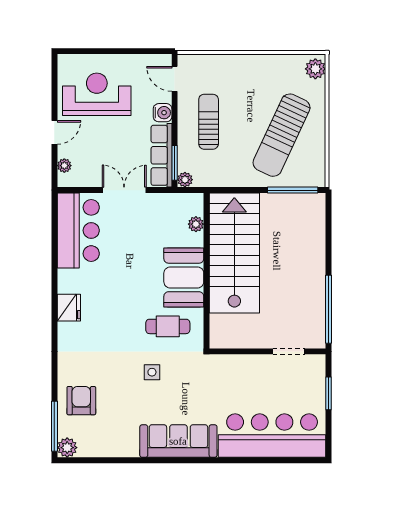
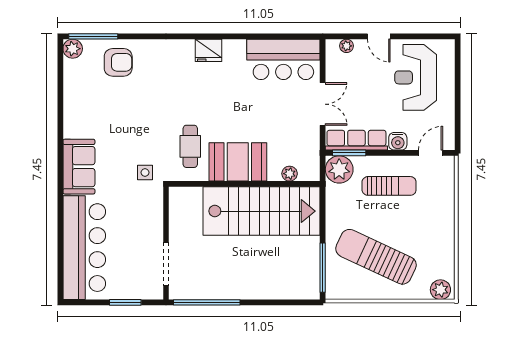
reception desk: (97, 94) -> (416, 77), turned 180
plant: (185, 180) -> (339, 169), width x1.87, depth x1.87
doorway: (289, 351) -> (166, 264), width x1.38
side table: (152, 372) -> (145, 173), moved
sofa: (178, 441) -> (79, 167), width x0.73

